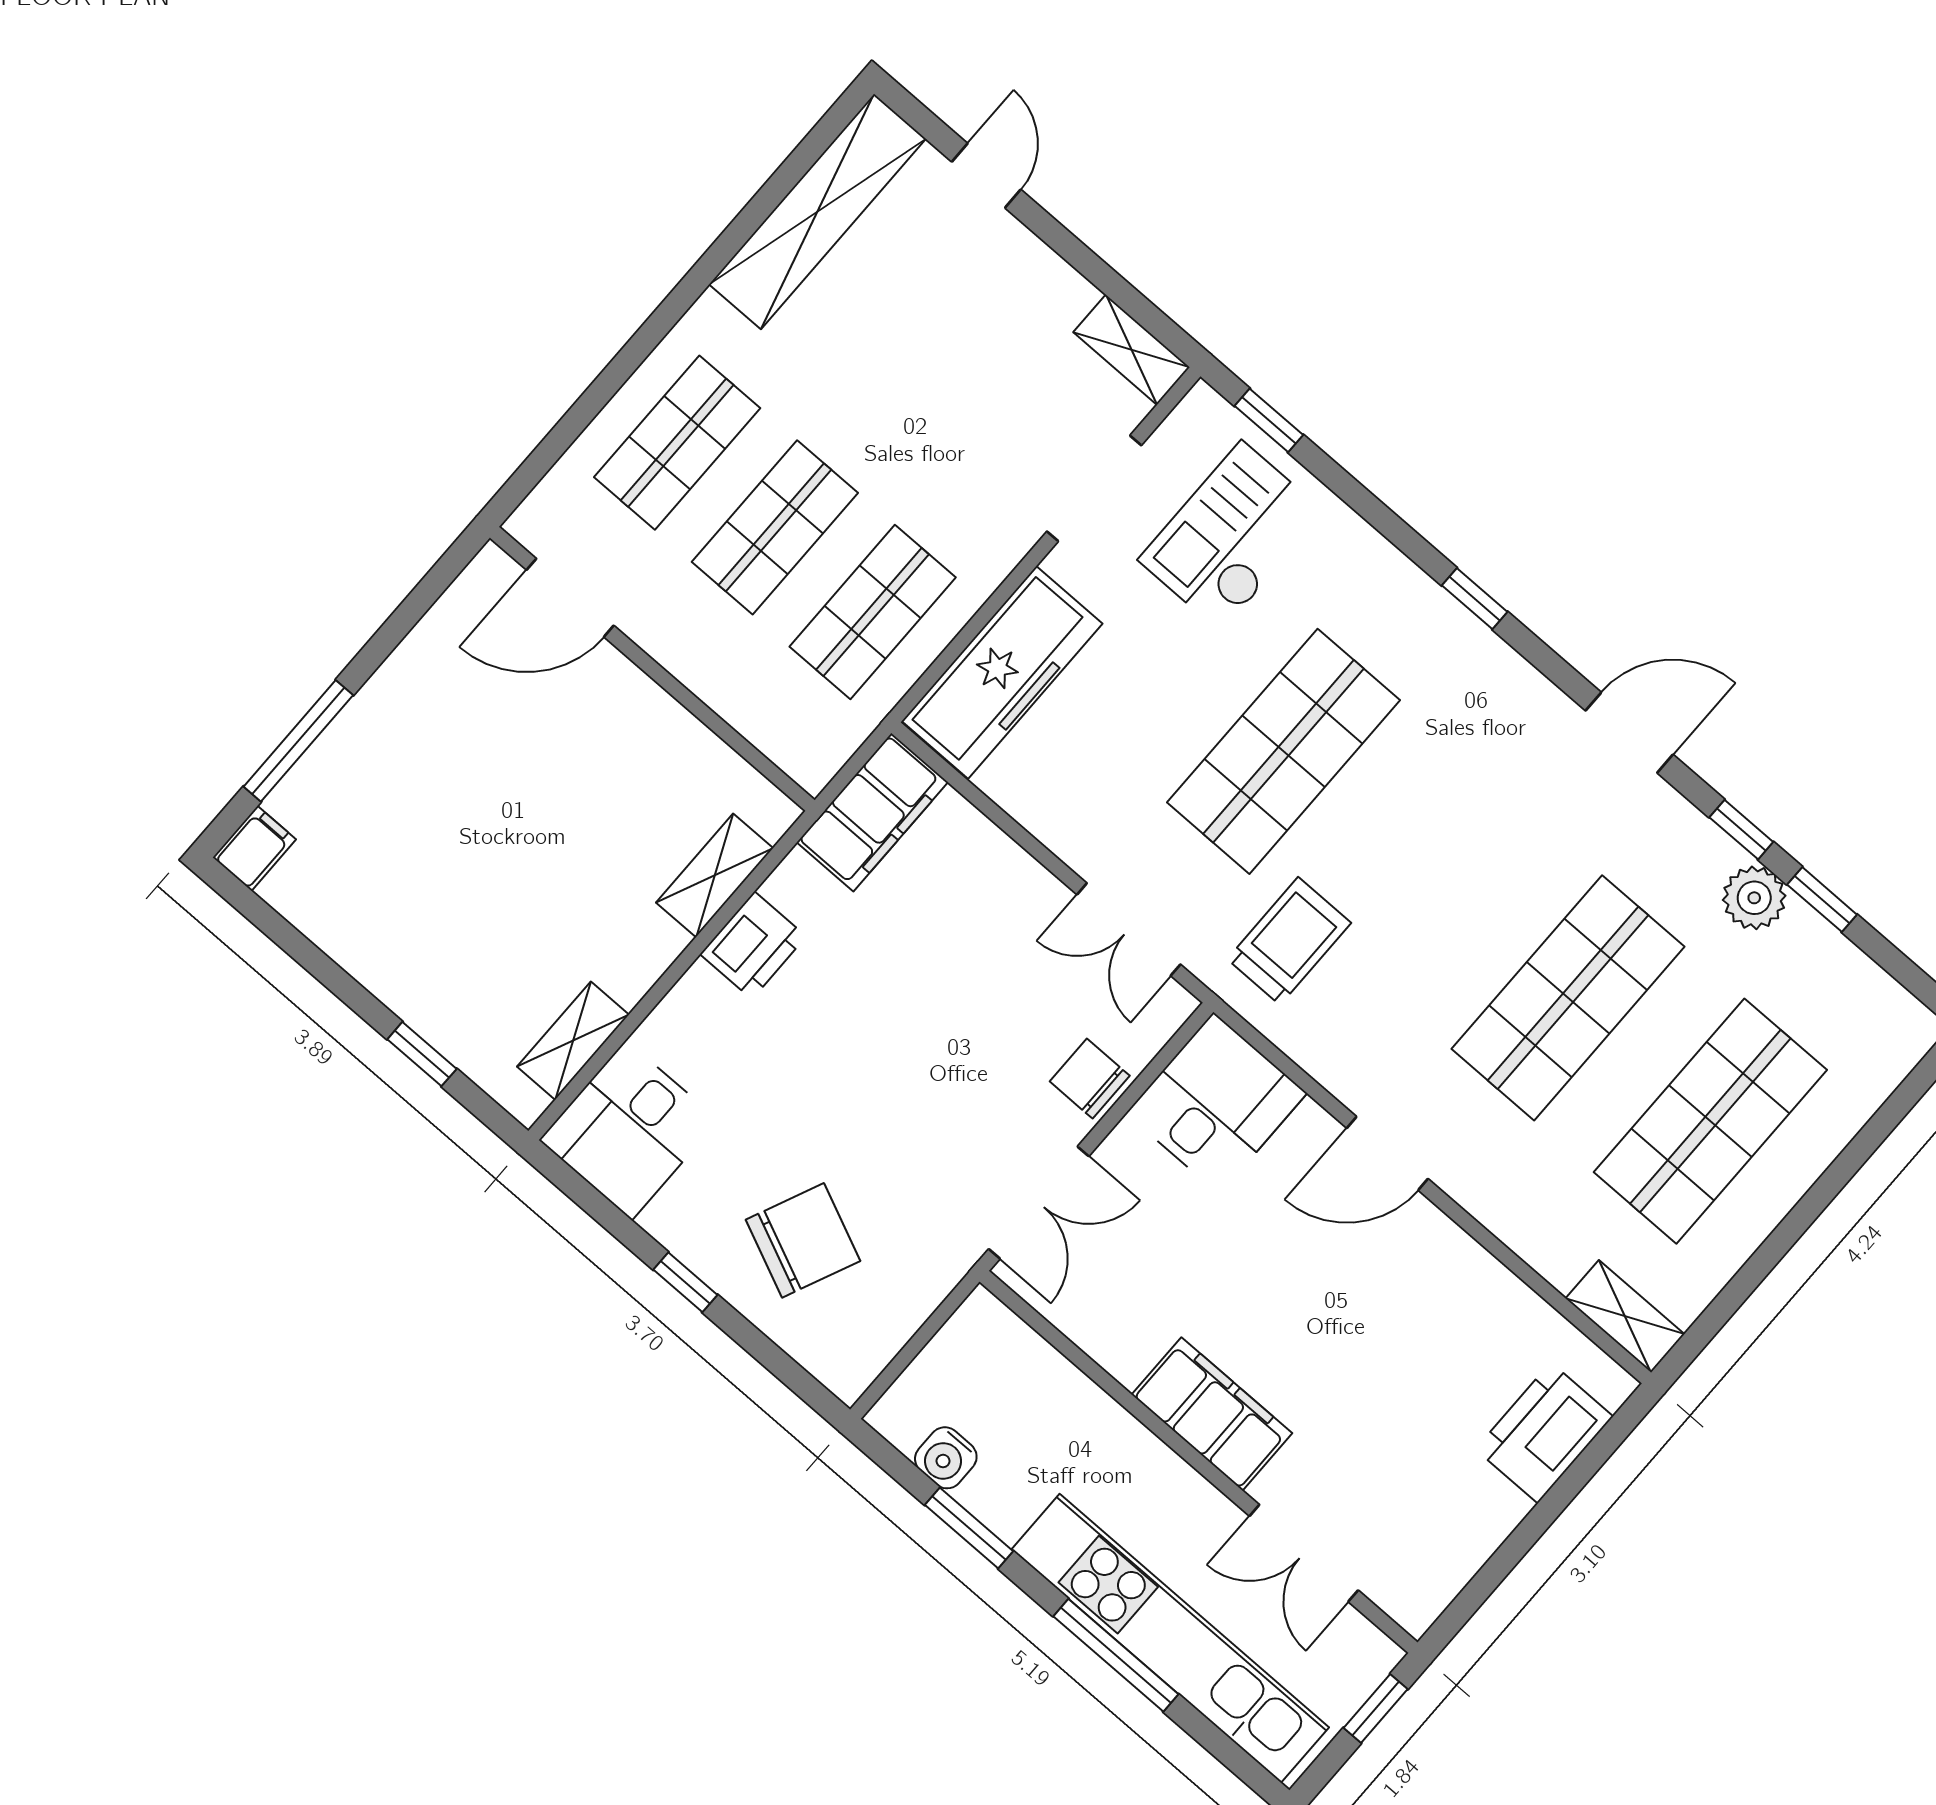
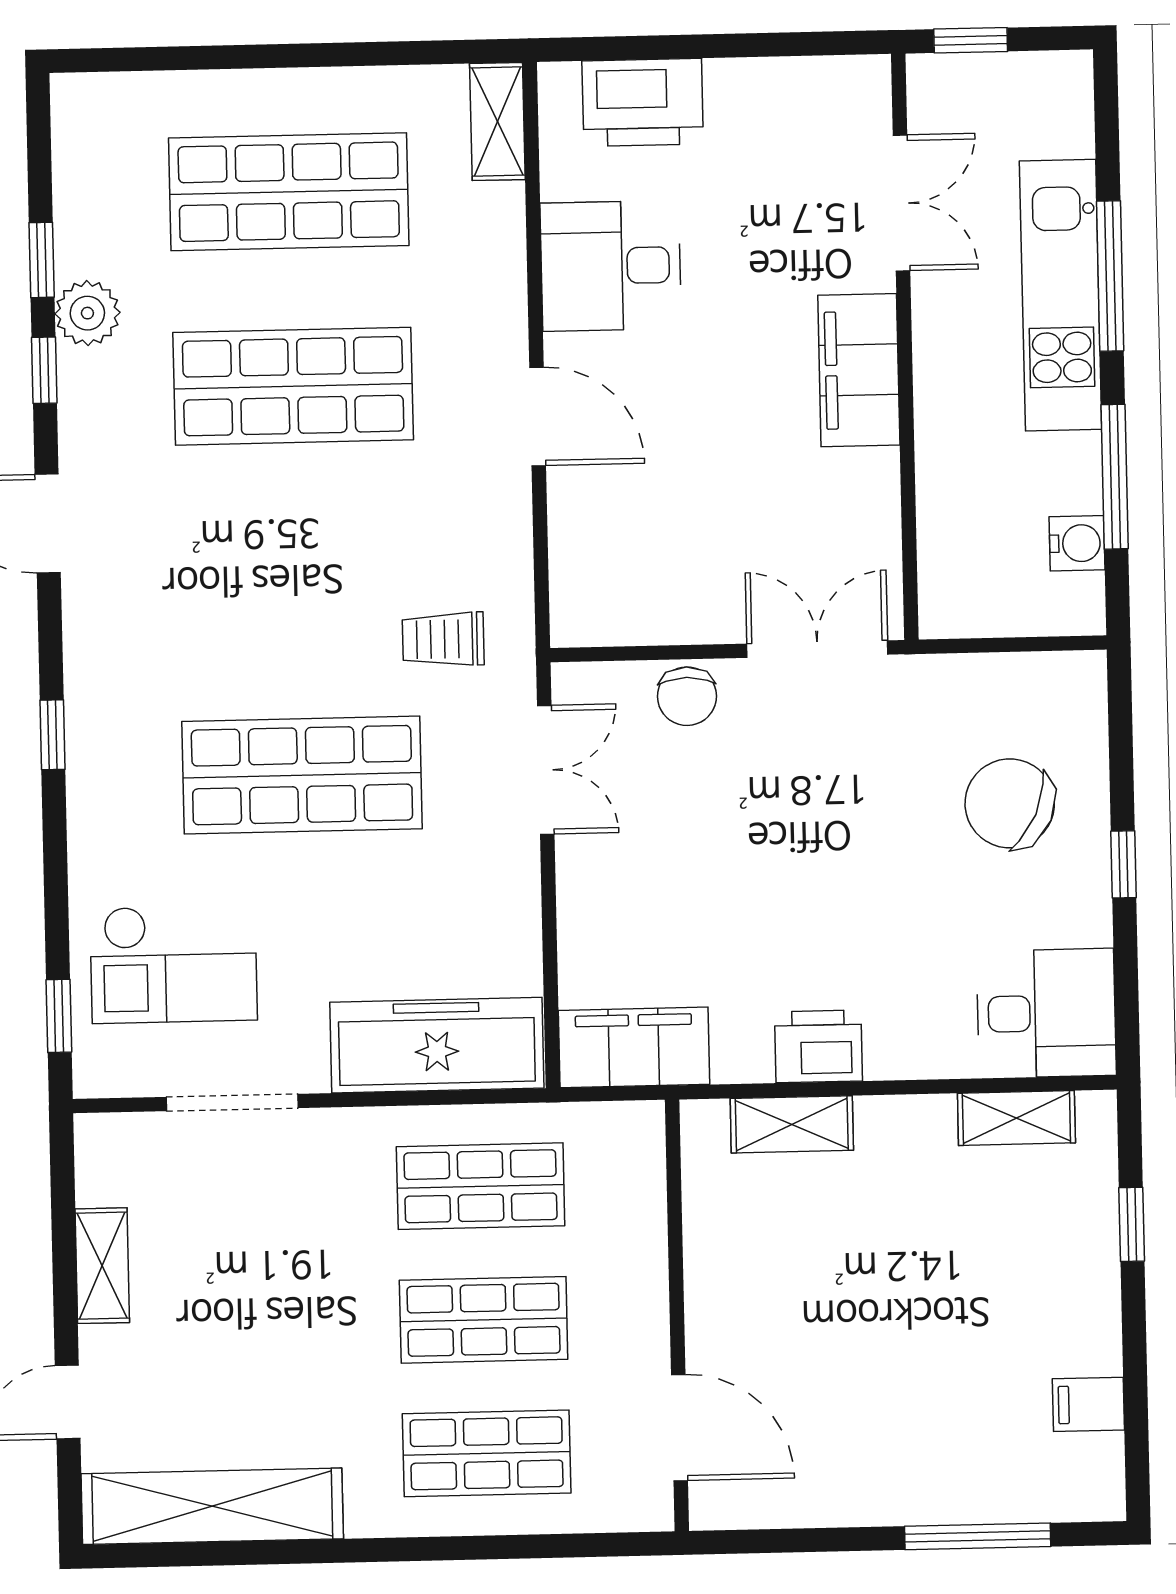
shelving: (1131, 350) -> (102, 1266), moved
filing cabinet: (254, 848) -> (1088, 1404), moved
trolley: (1289, 941) -> (443, 639), width x0.73, depth x0.72
desk: (1216, 1103) -> (611, 266), moved
window: (969, 1528) -> (1115, 477), width x1.44
kitchen unit: (1170, 1638) -> (1061, 295), width x0.73

